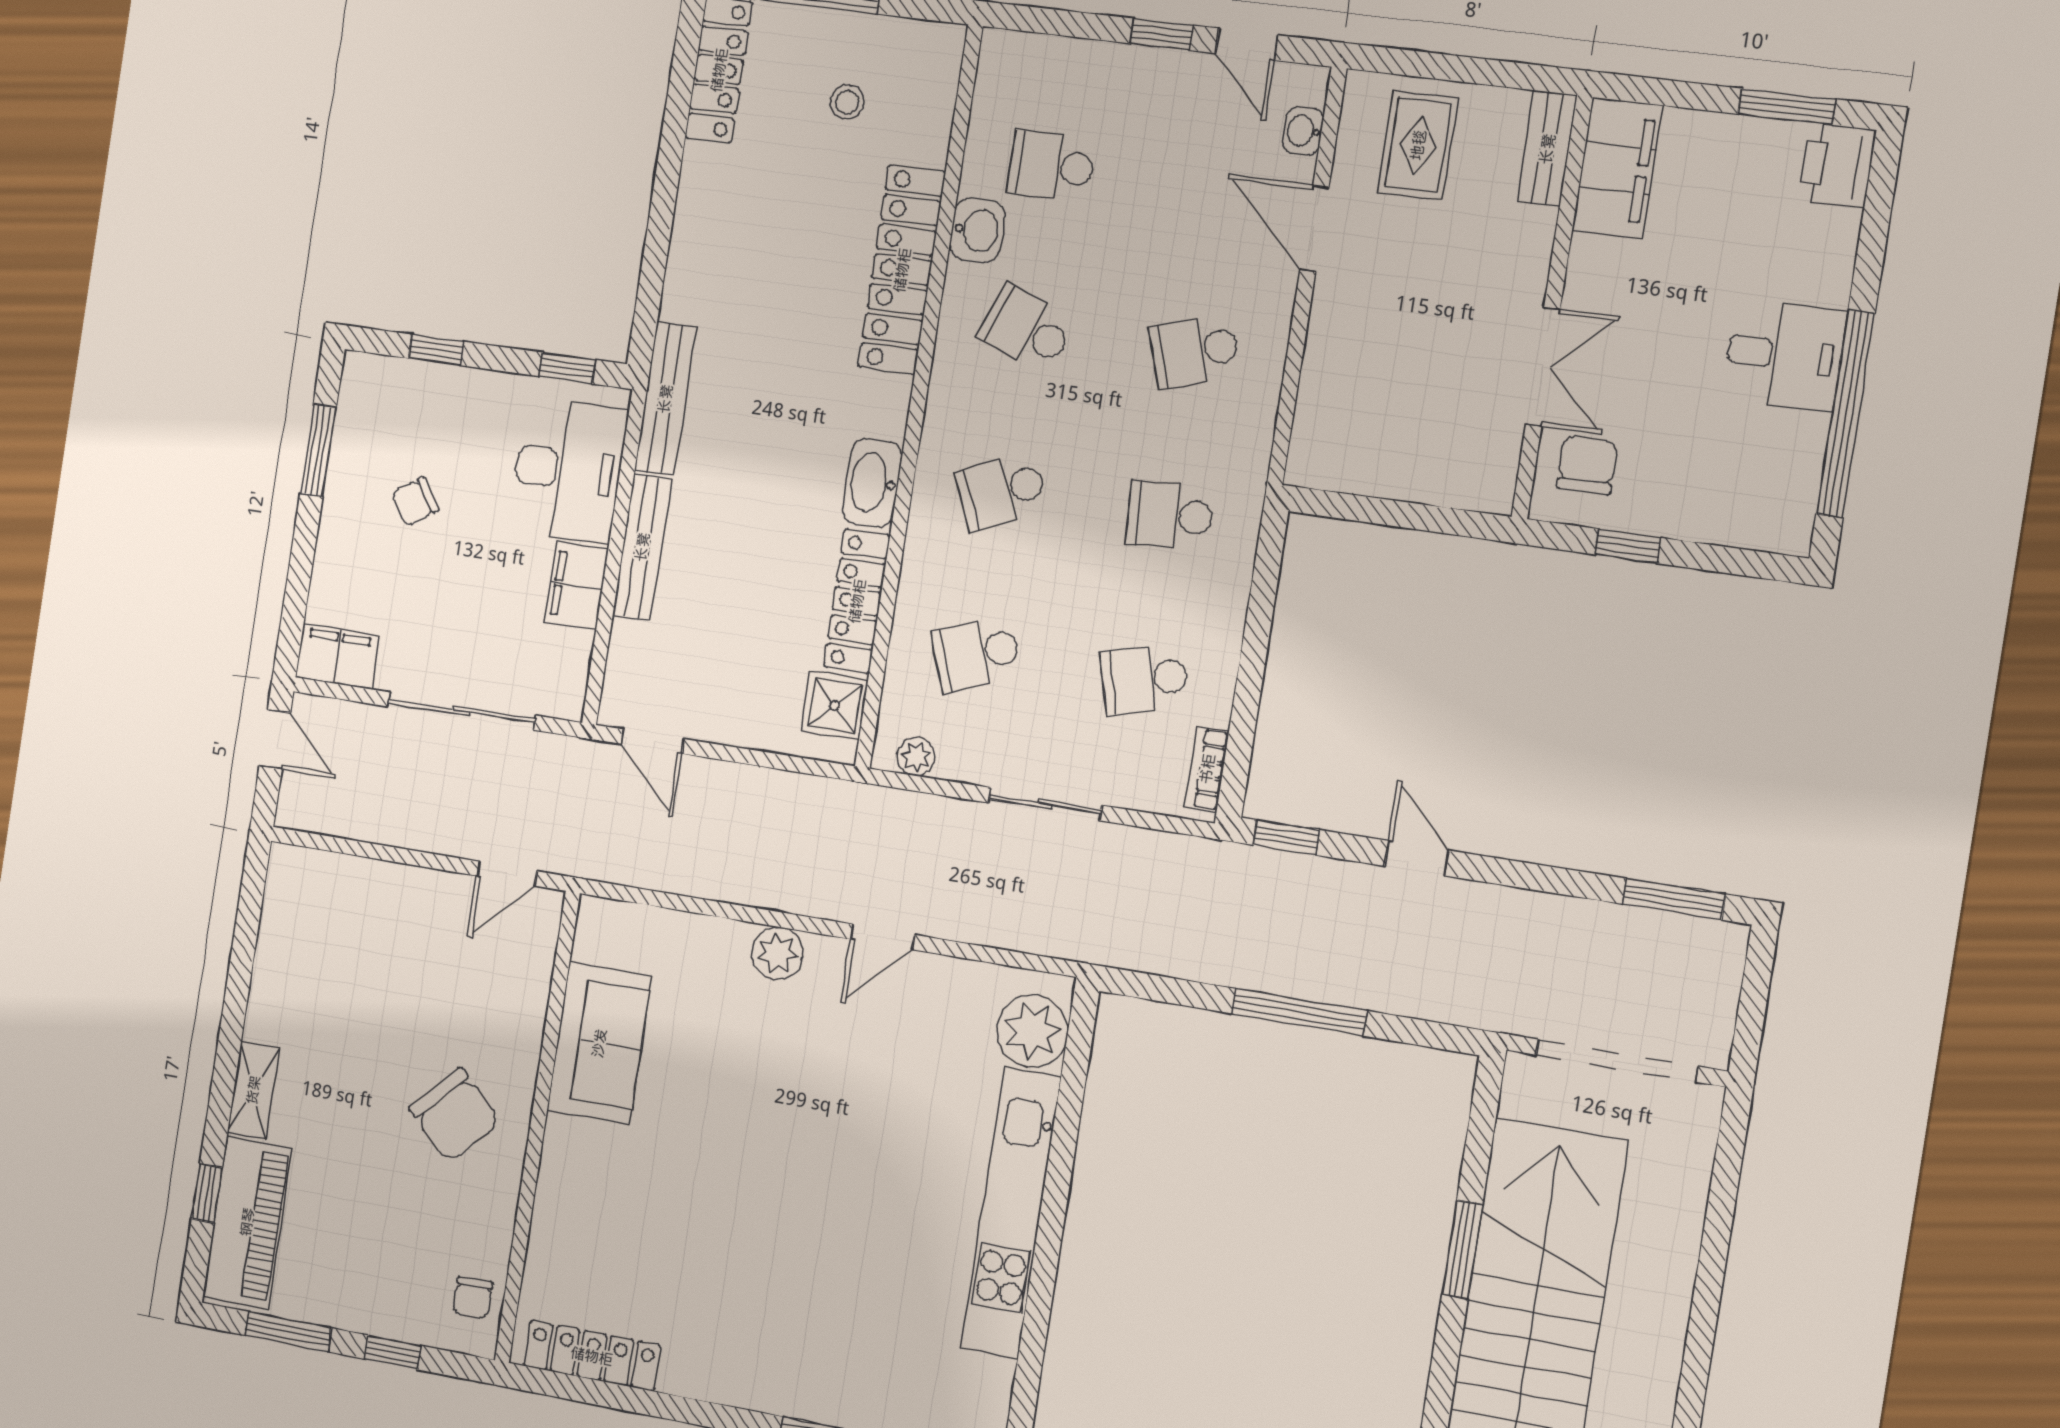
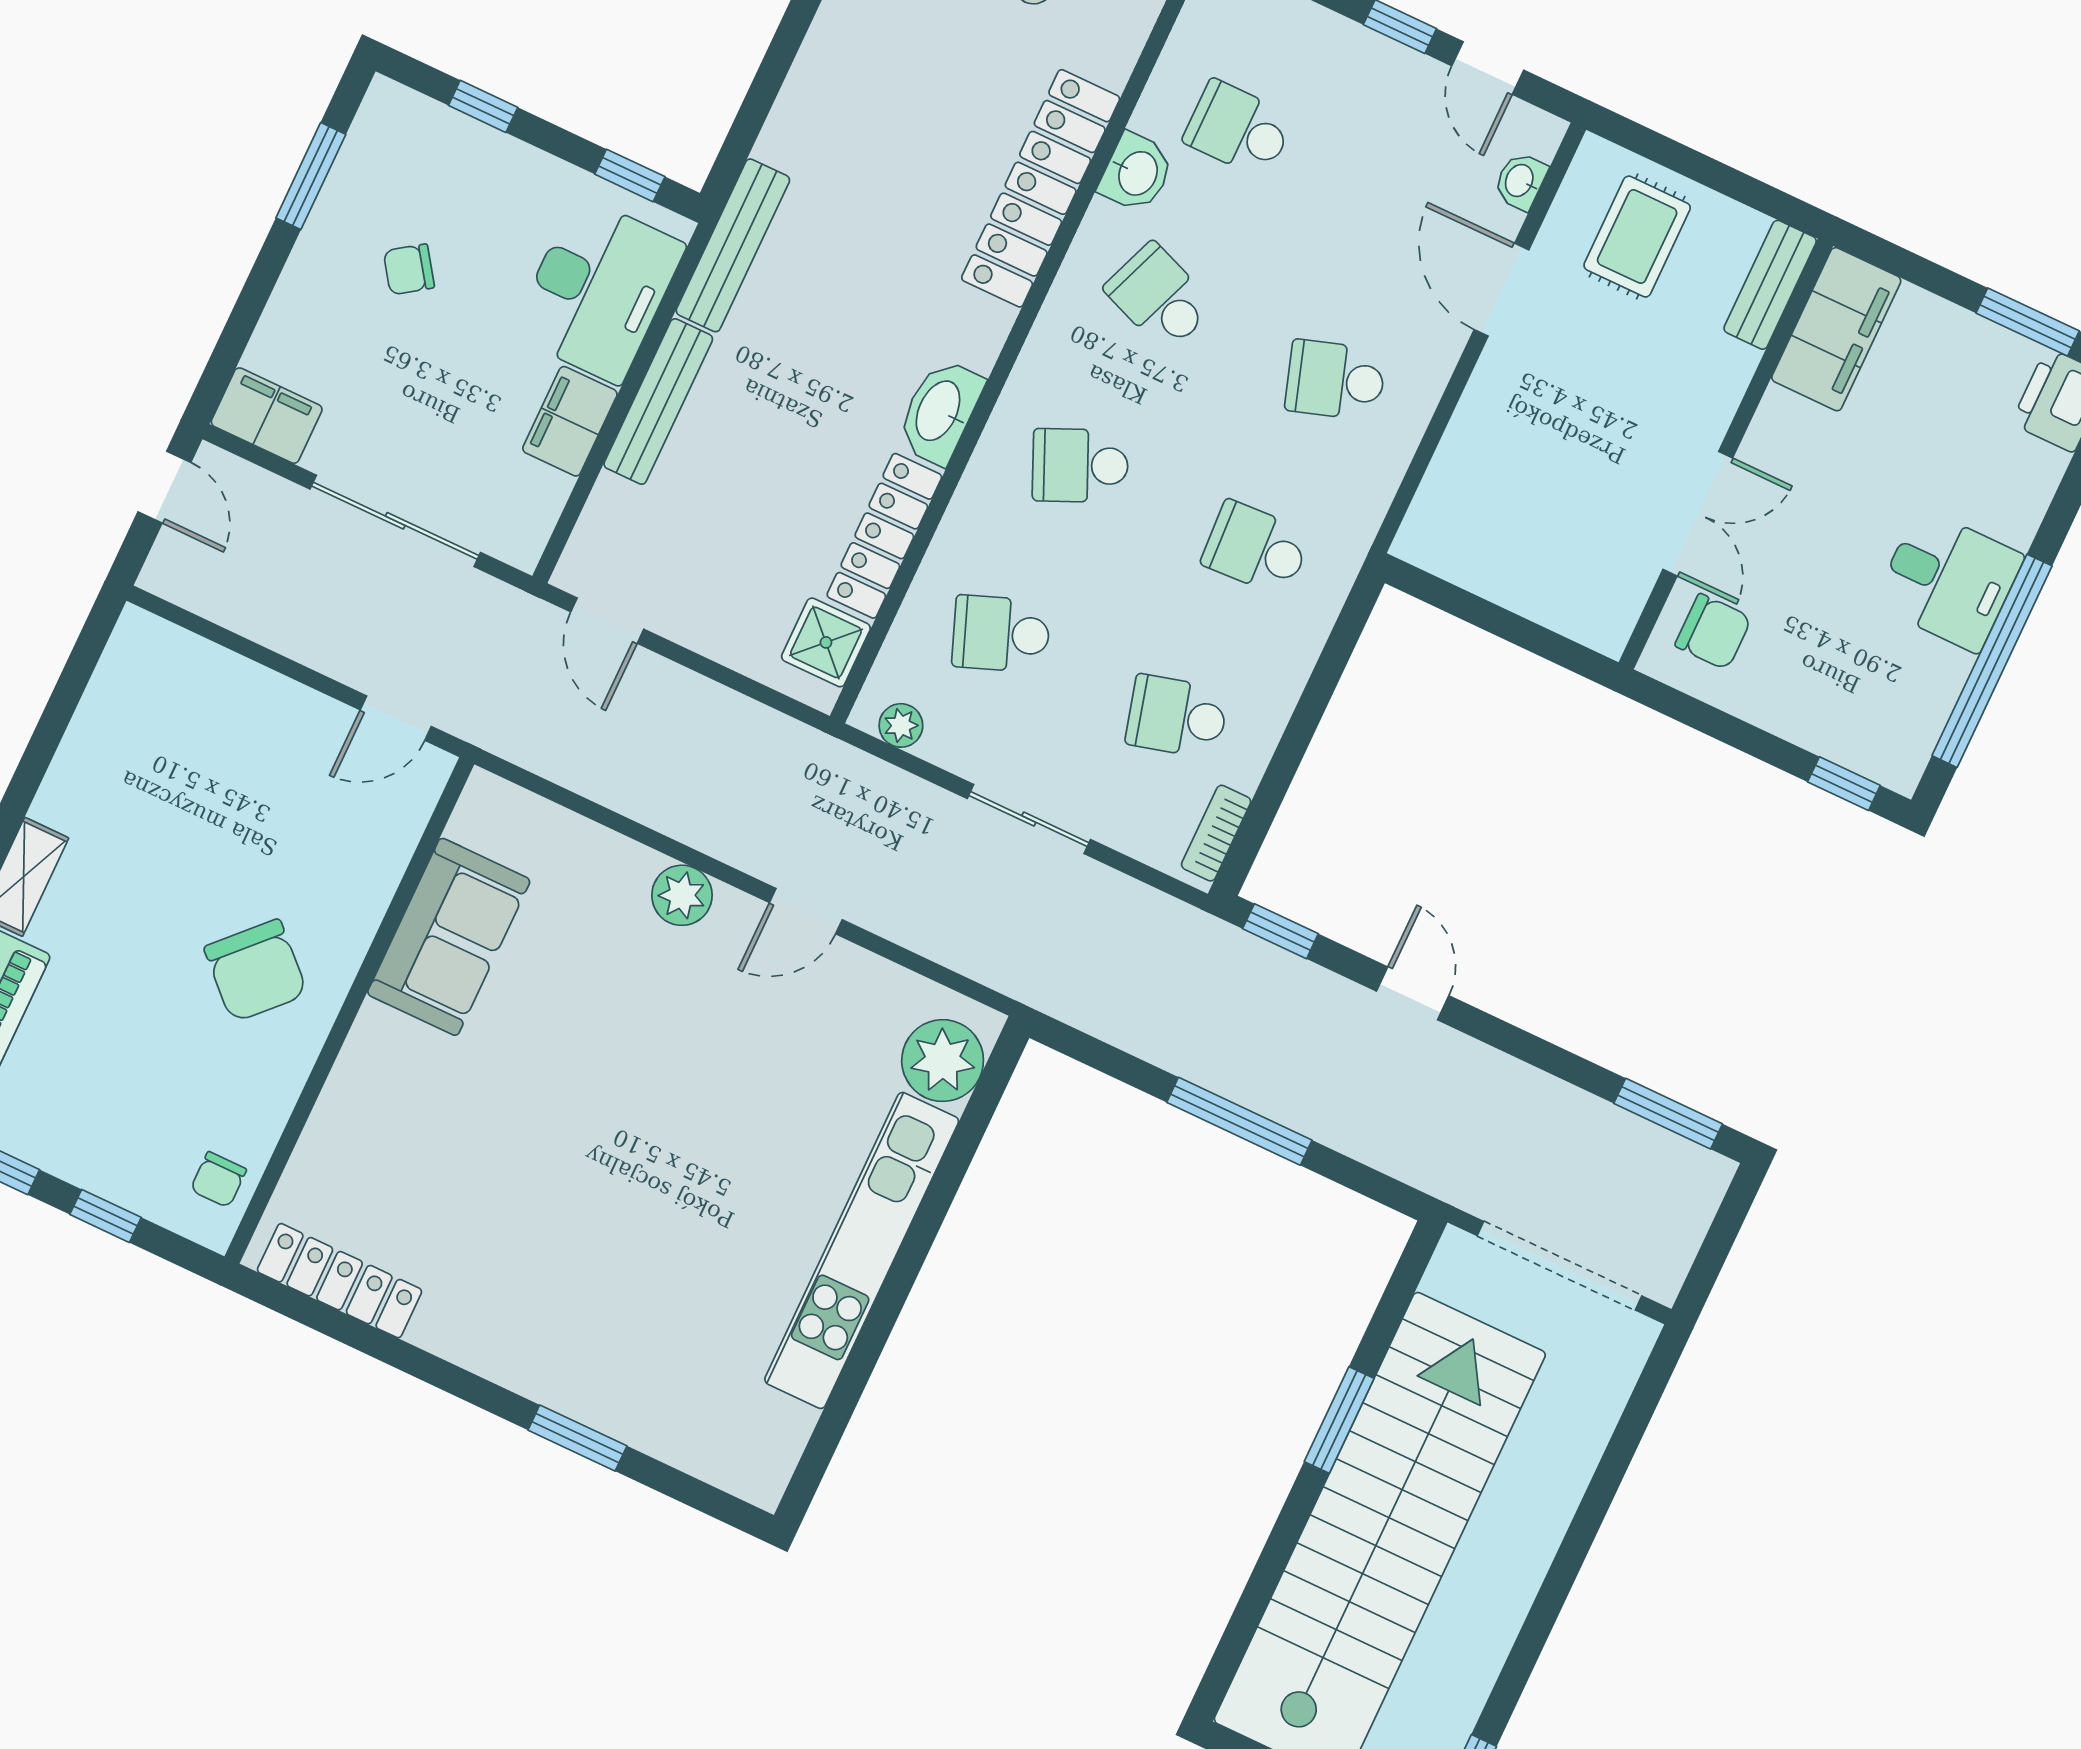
chair: (1587, 465) -> (1713, 632), turned 90
window: (1628, 546) -> (1844, 784), moved

